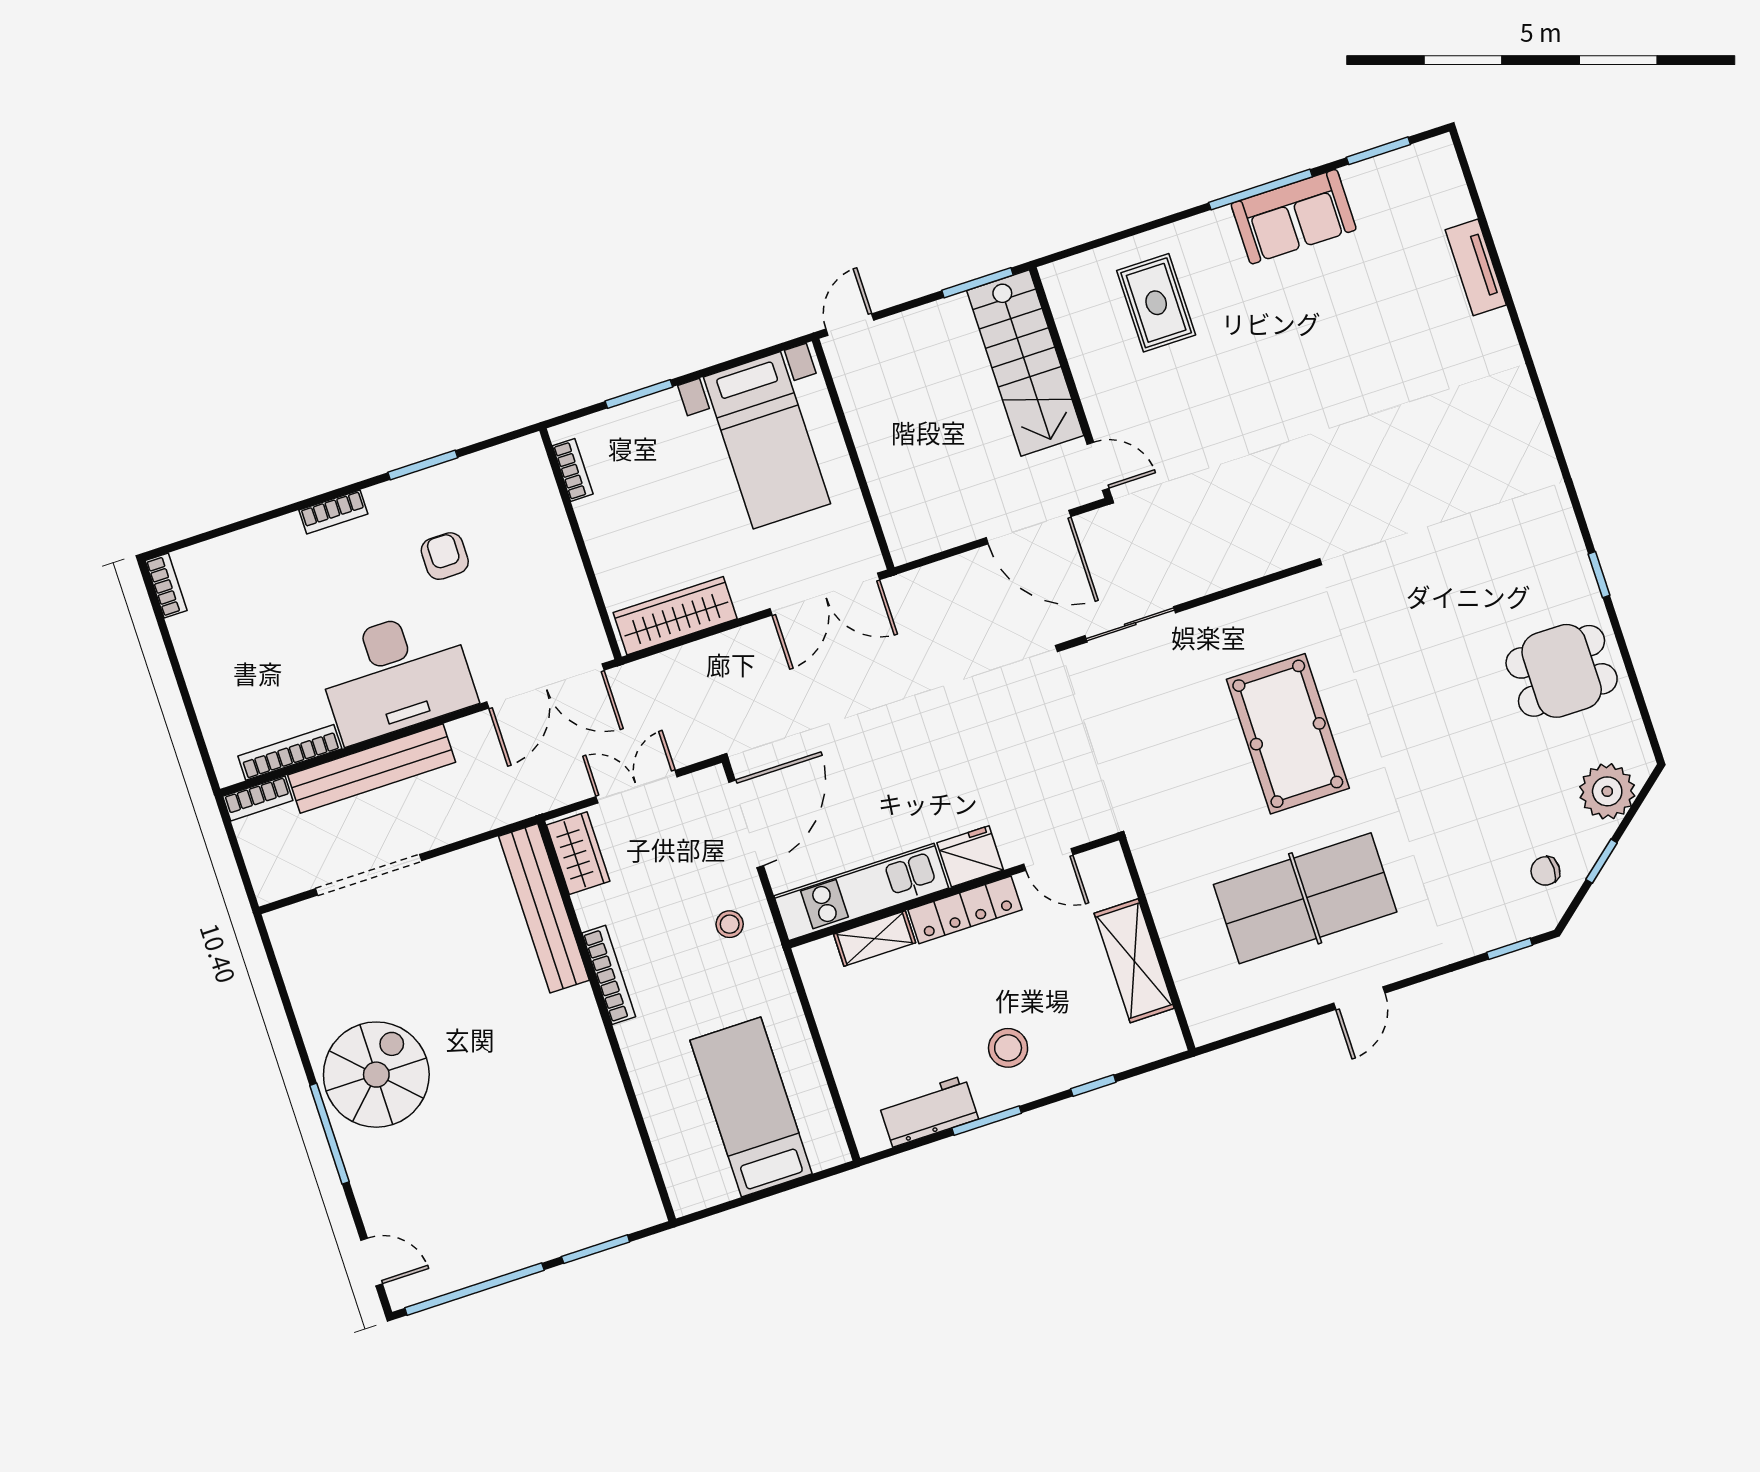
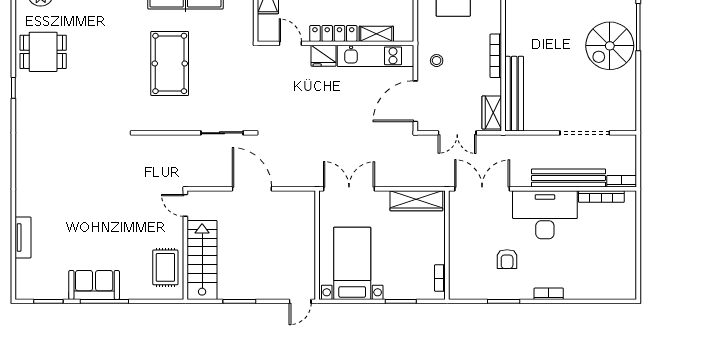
stairs: (1025, 363) -> (202, 260), moved
wall: (1071, 383) -> (185, 245), moved
door: (1098, 466) -> (185, 205), moved
bookcase: (166, 585) -> (631, 286), removed

